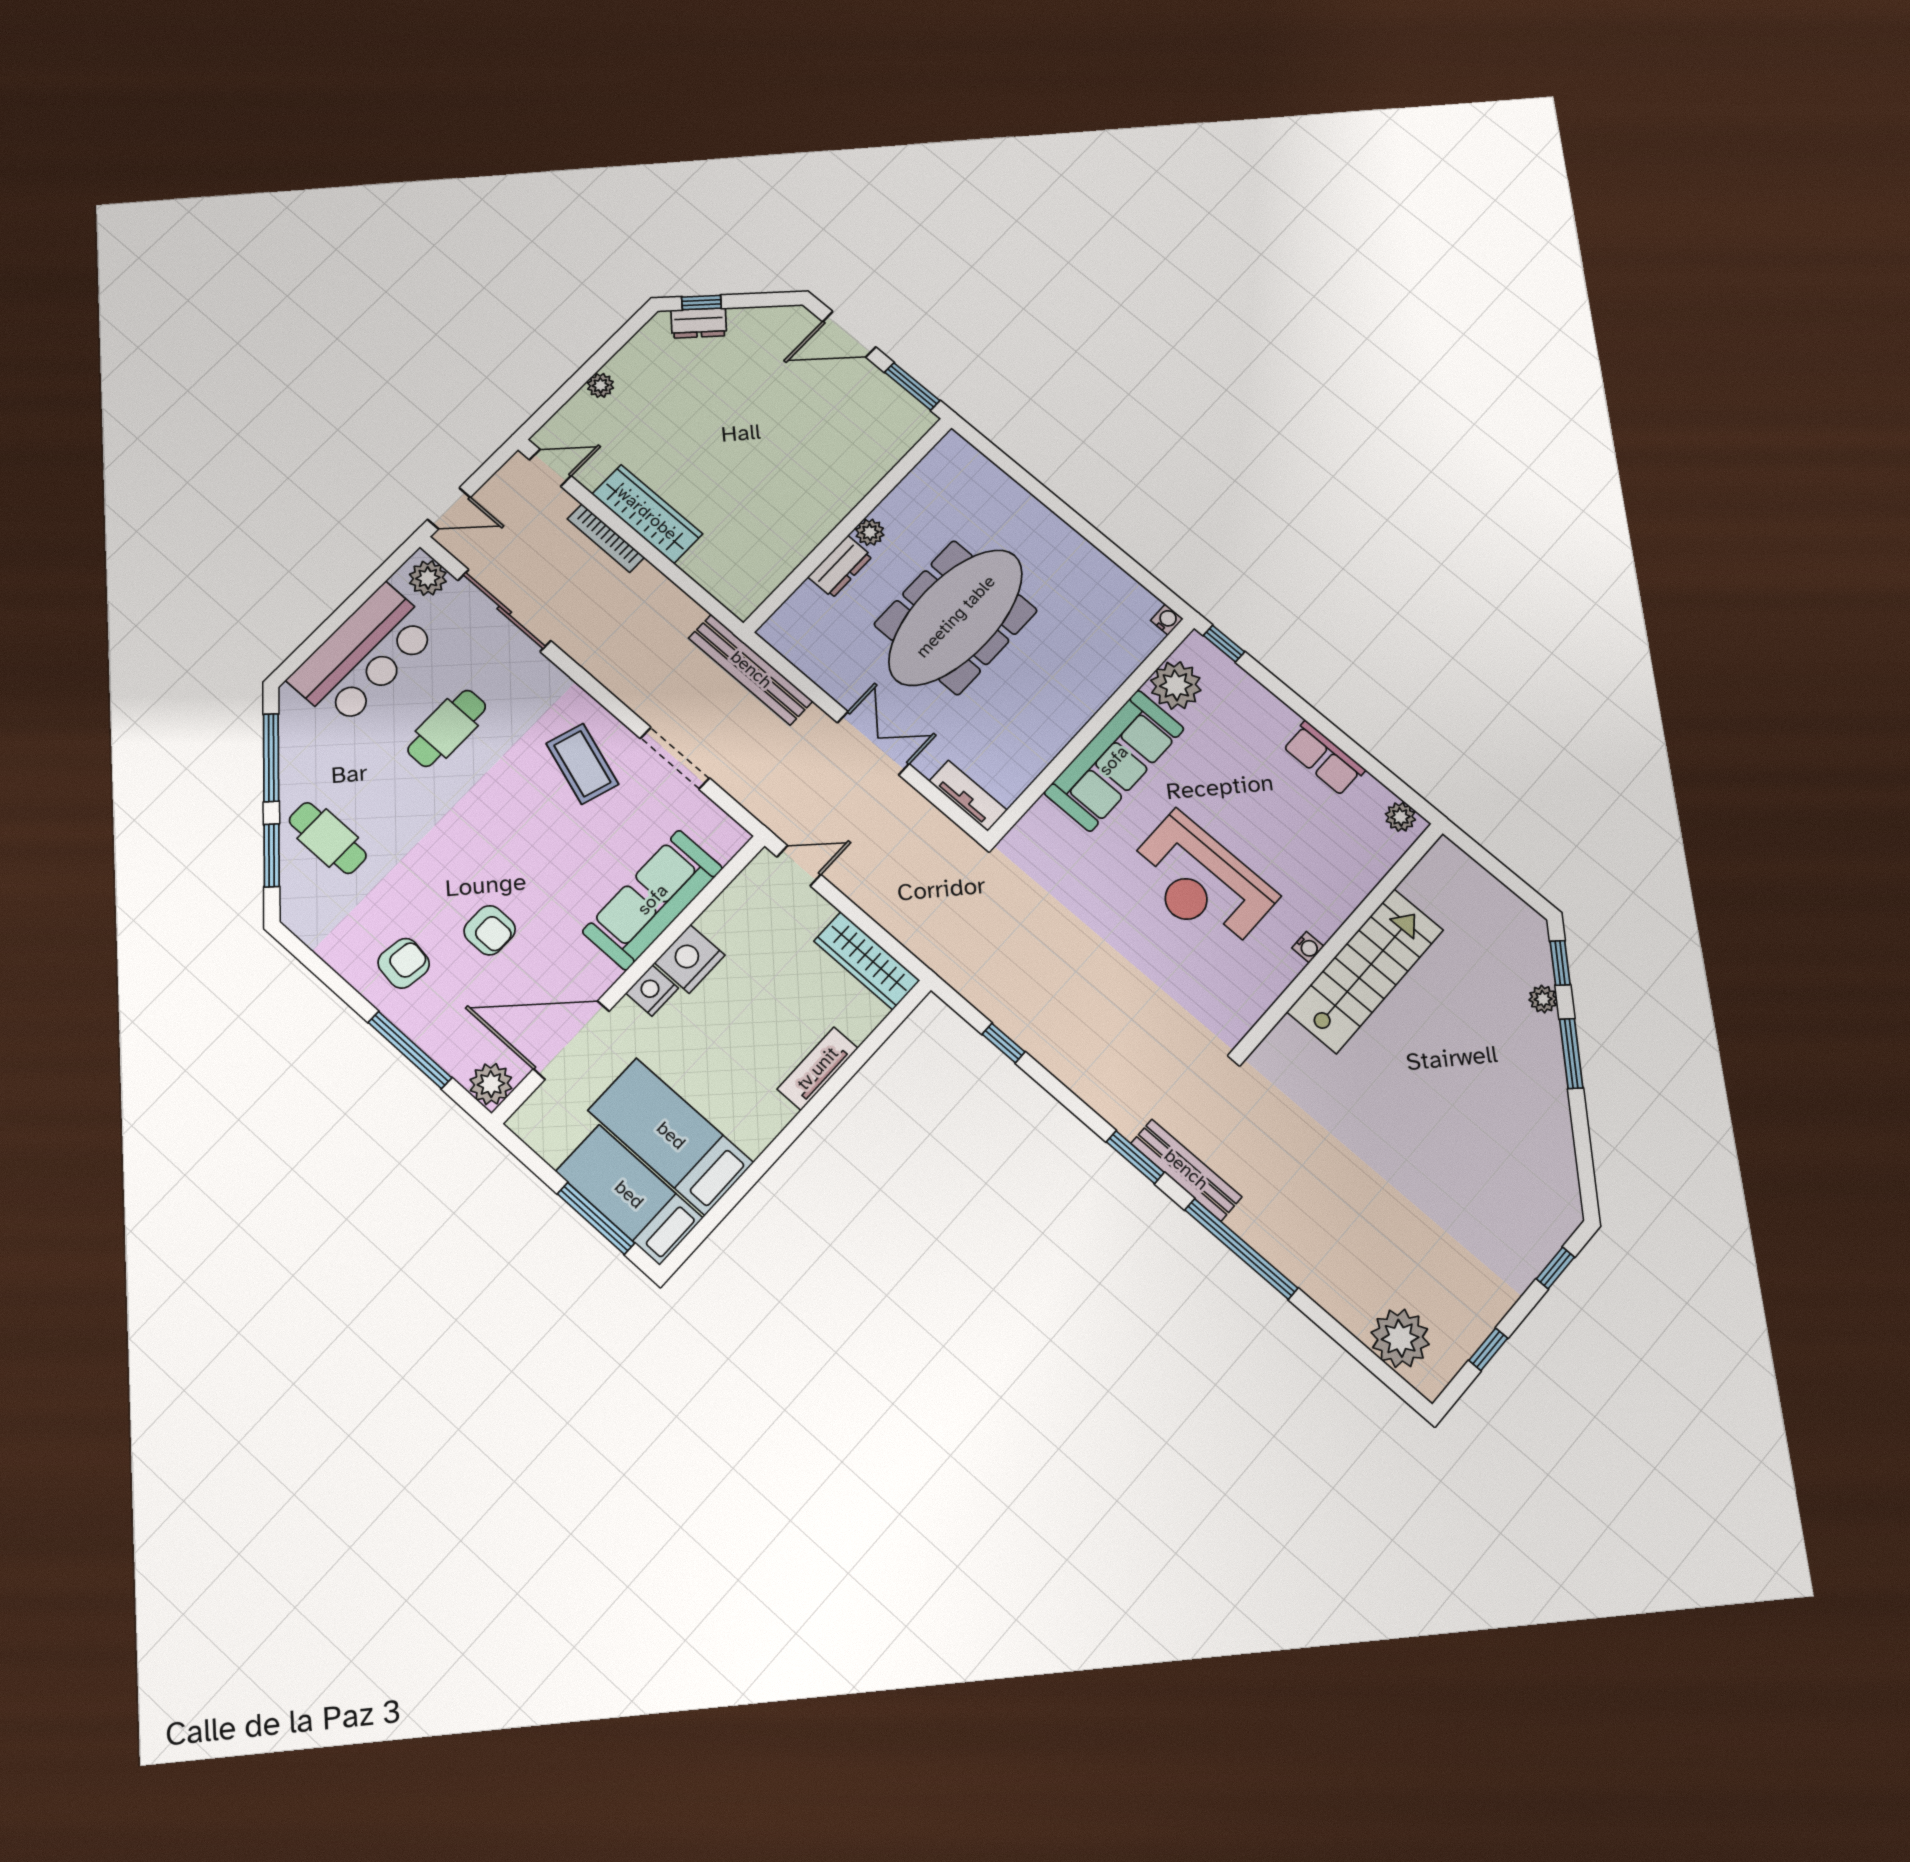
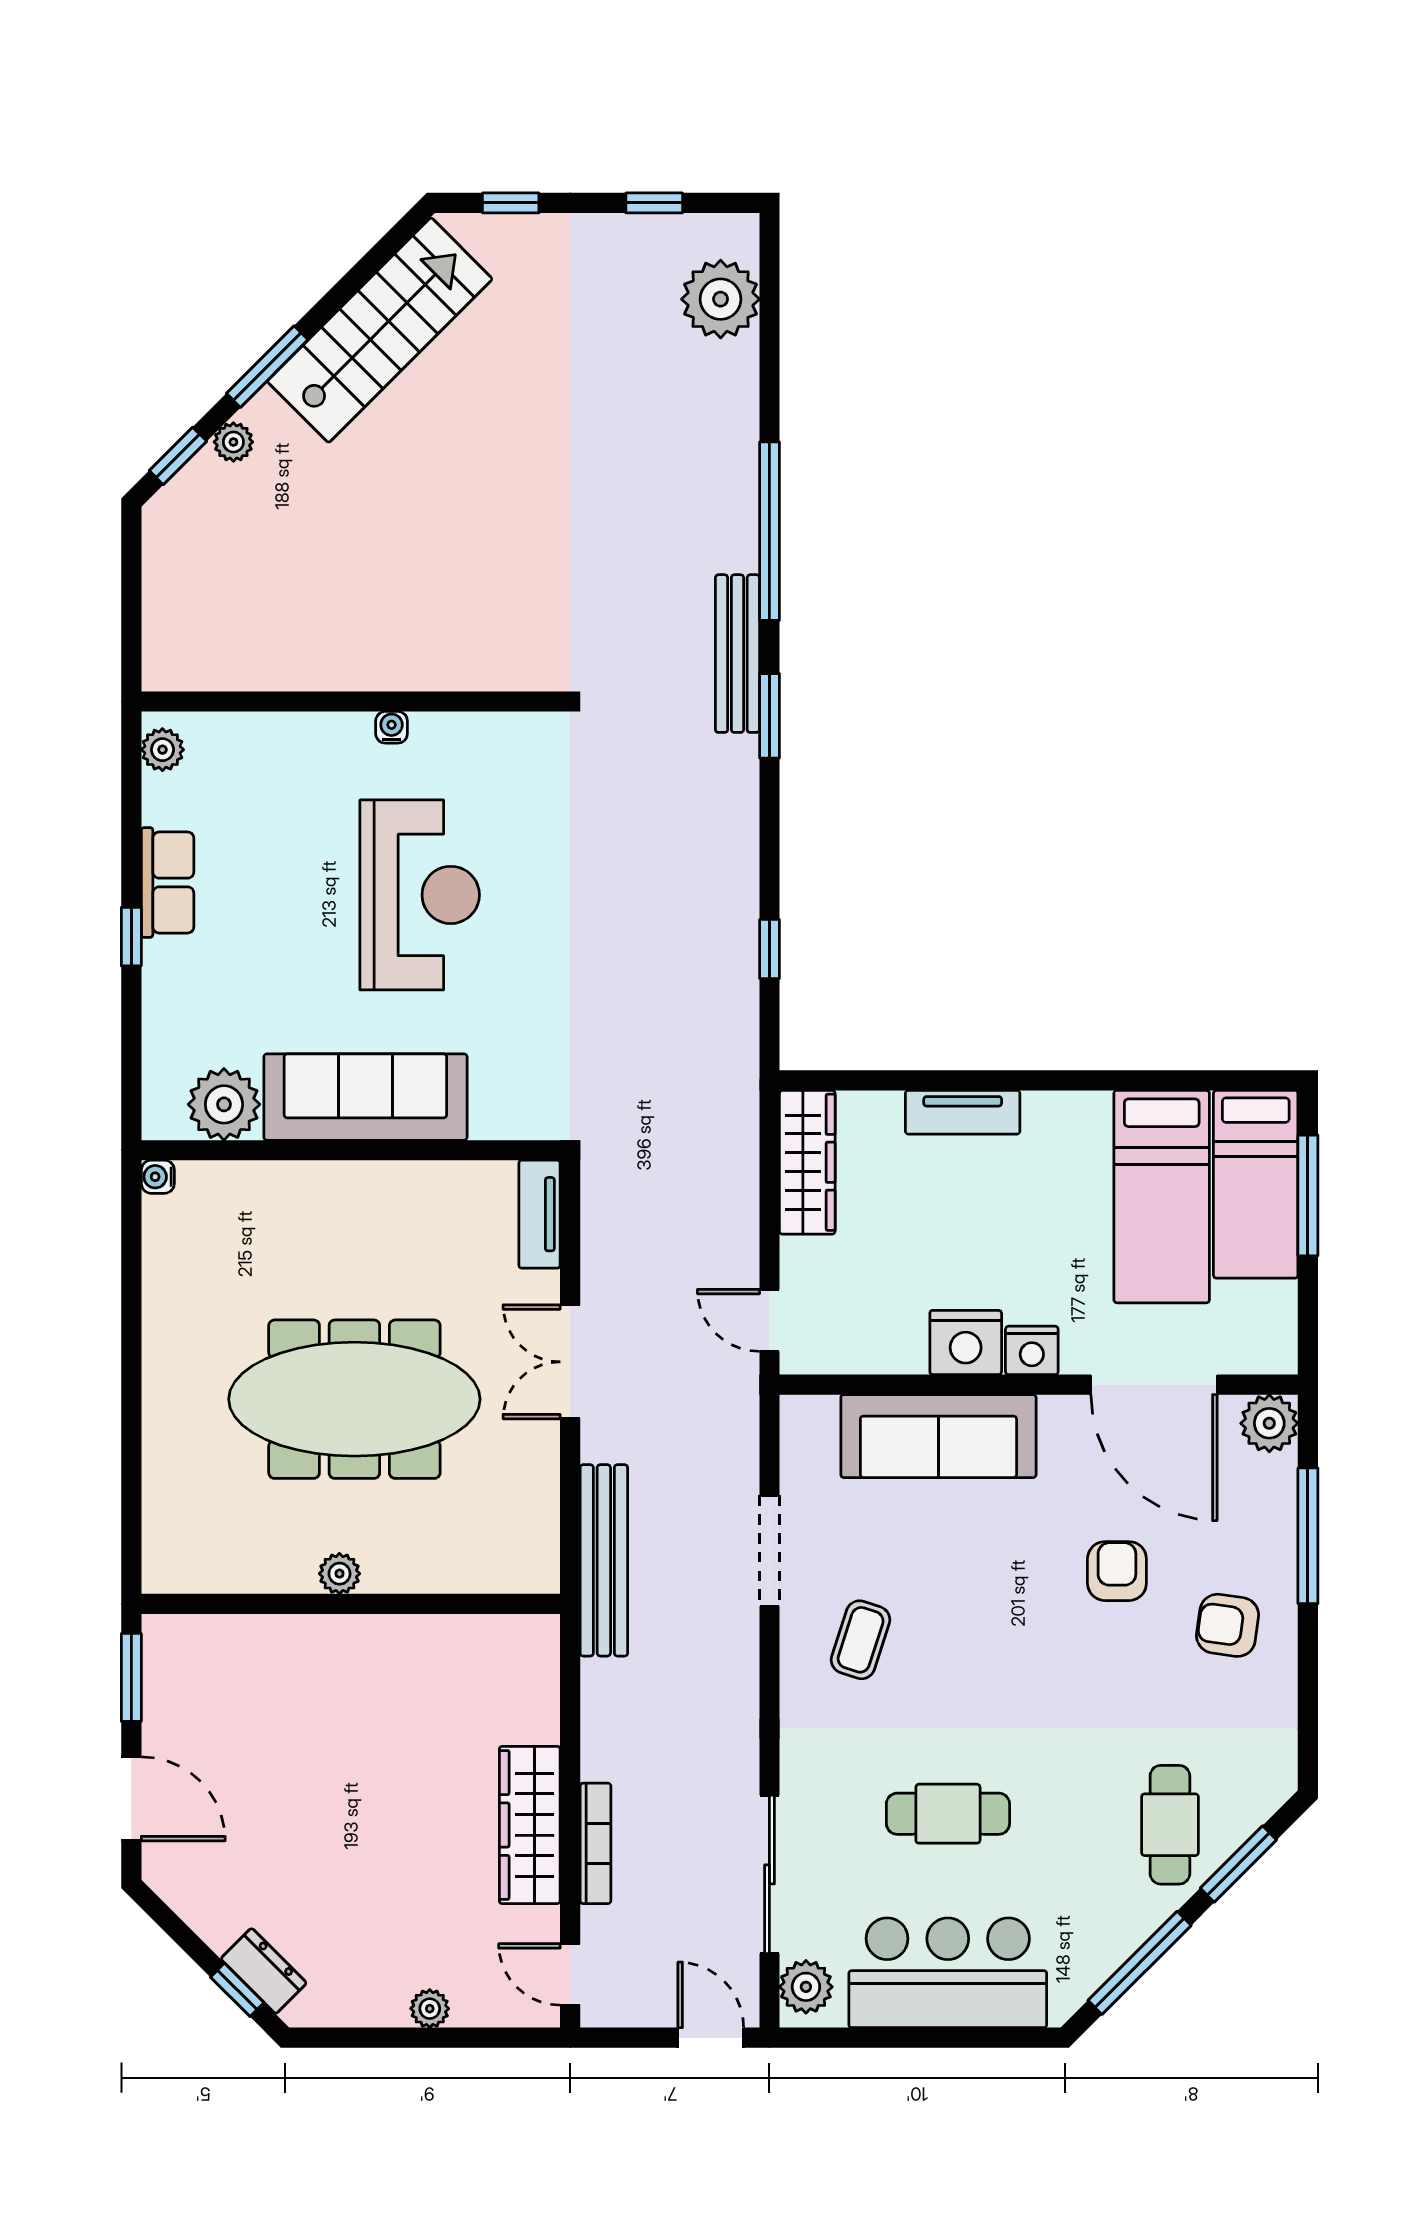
dresser: (840, 567) -> (406, 1570), removed
window: (1224, 644) -> (131, 937), moved
coffee table: (582, 764) -> (861, 1640), width x0.73, depth x0.77
stairs: (1365, 971) -> (380, 330), moved, turned 135

